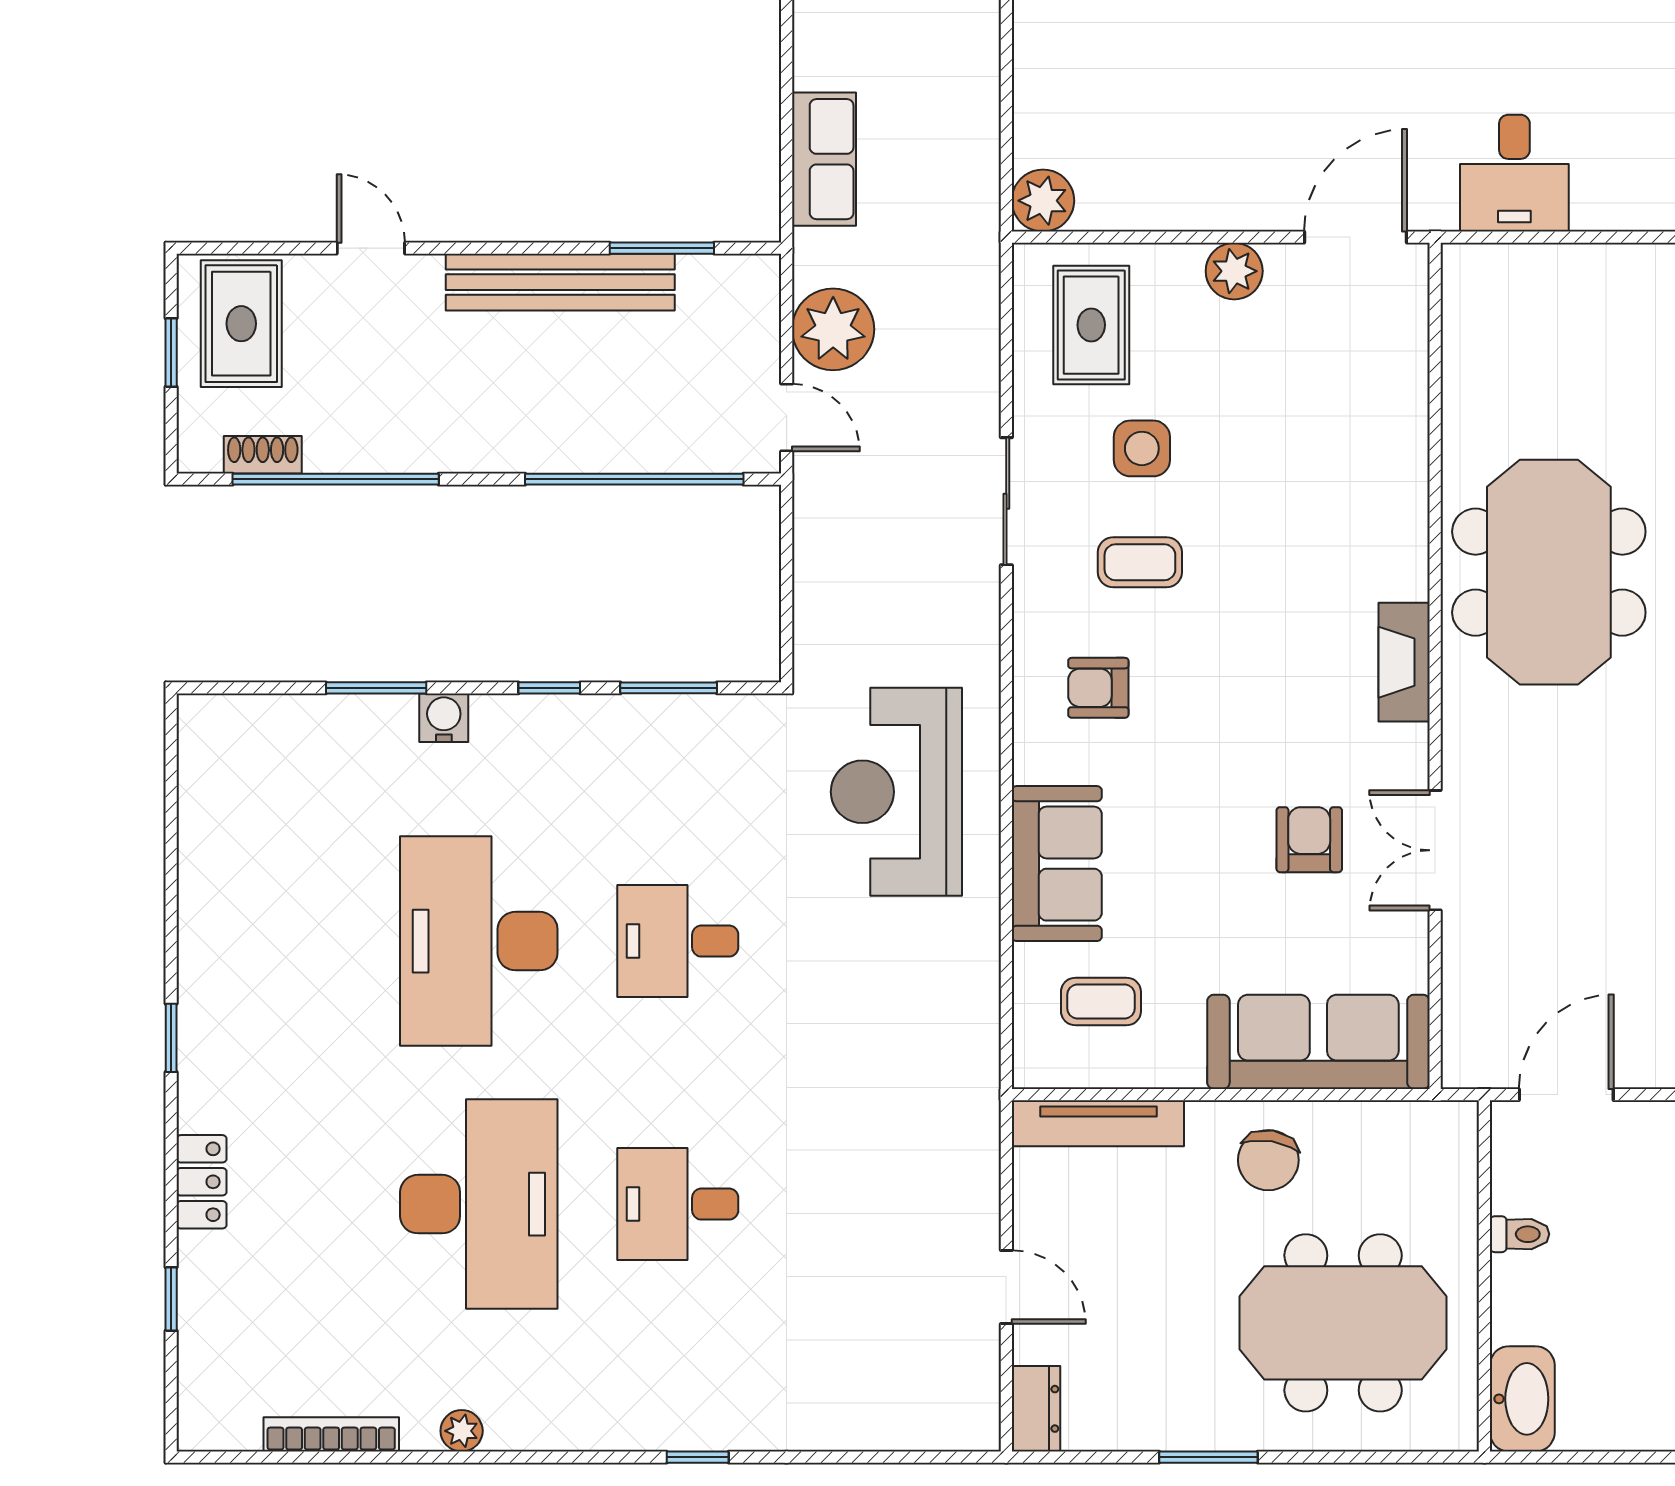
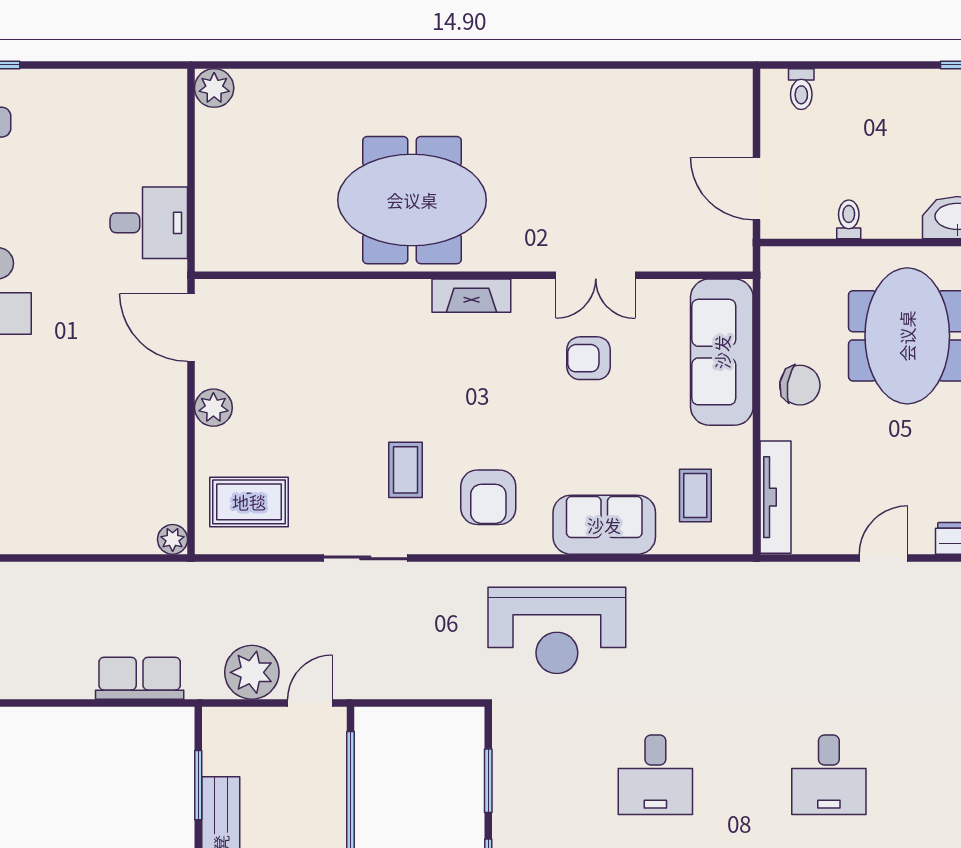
plant: (1043, 201) -> (173, 539), width x0.73, depth x0.73
side table: (1142, 448) -> (330, 469), removed
armchair: (1098, 688) -> (488, 497), width x1.38, depth x1.38

